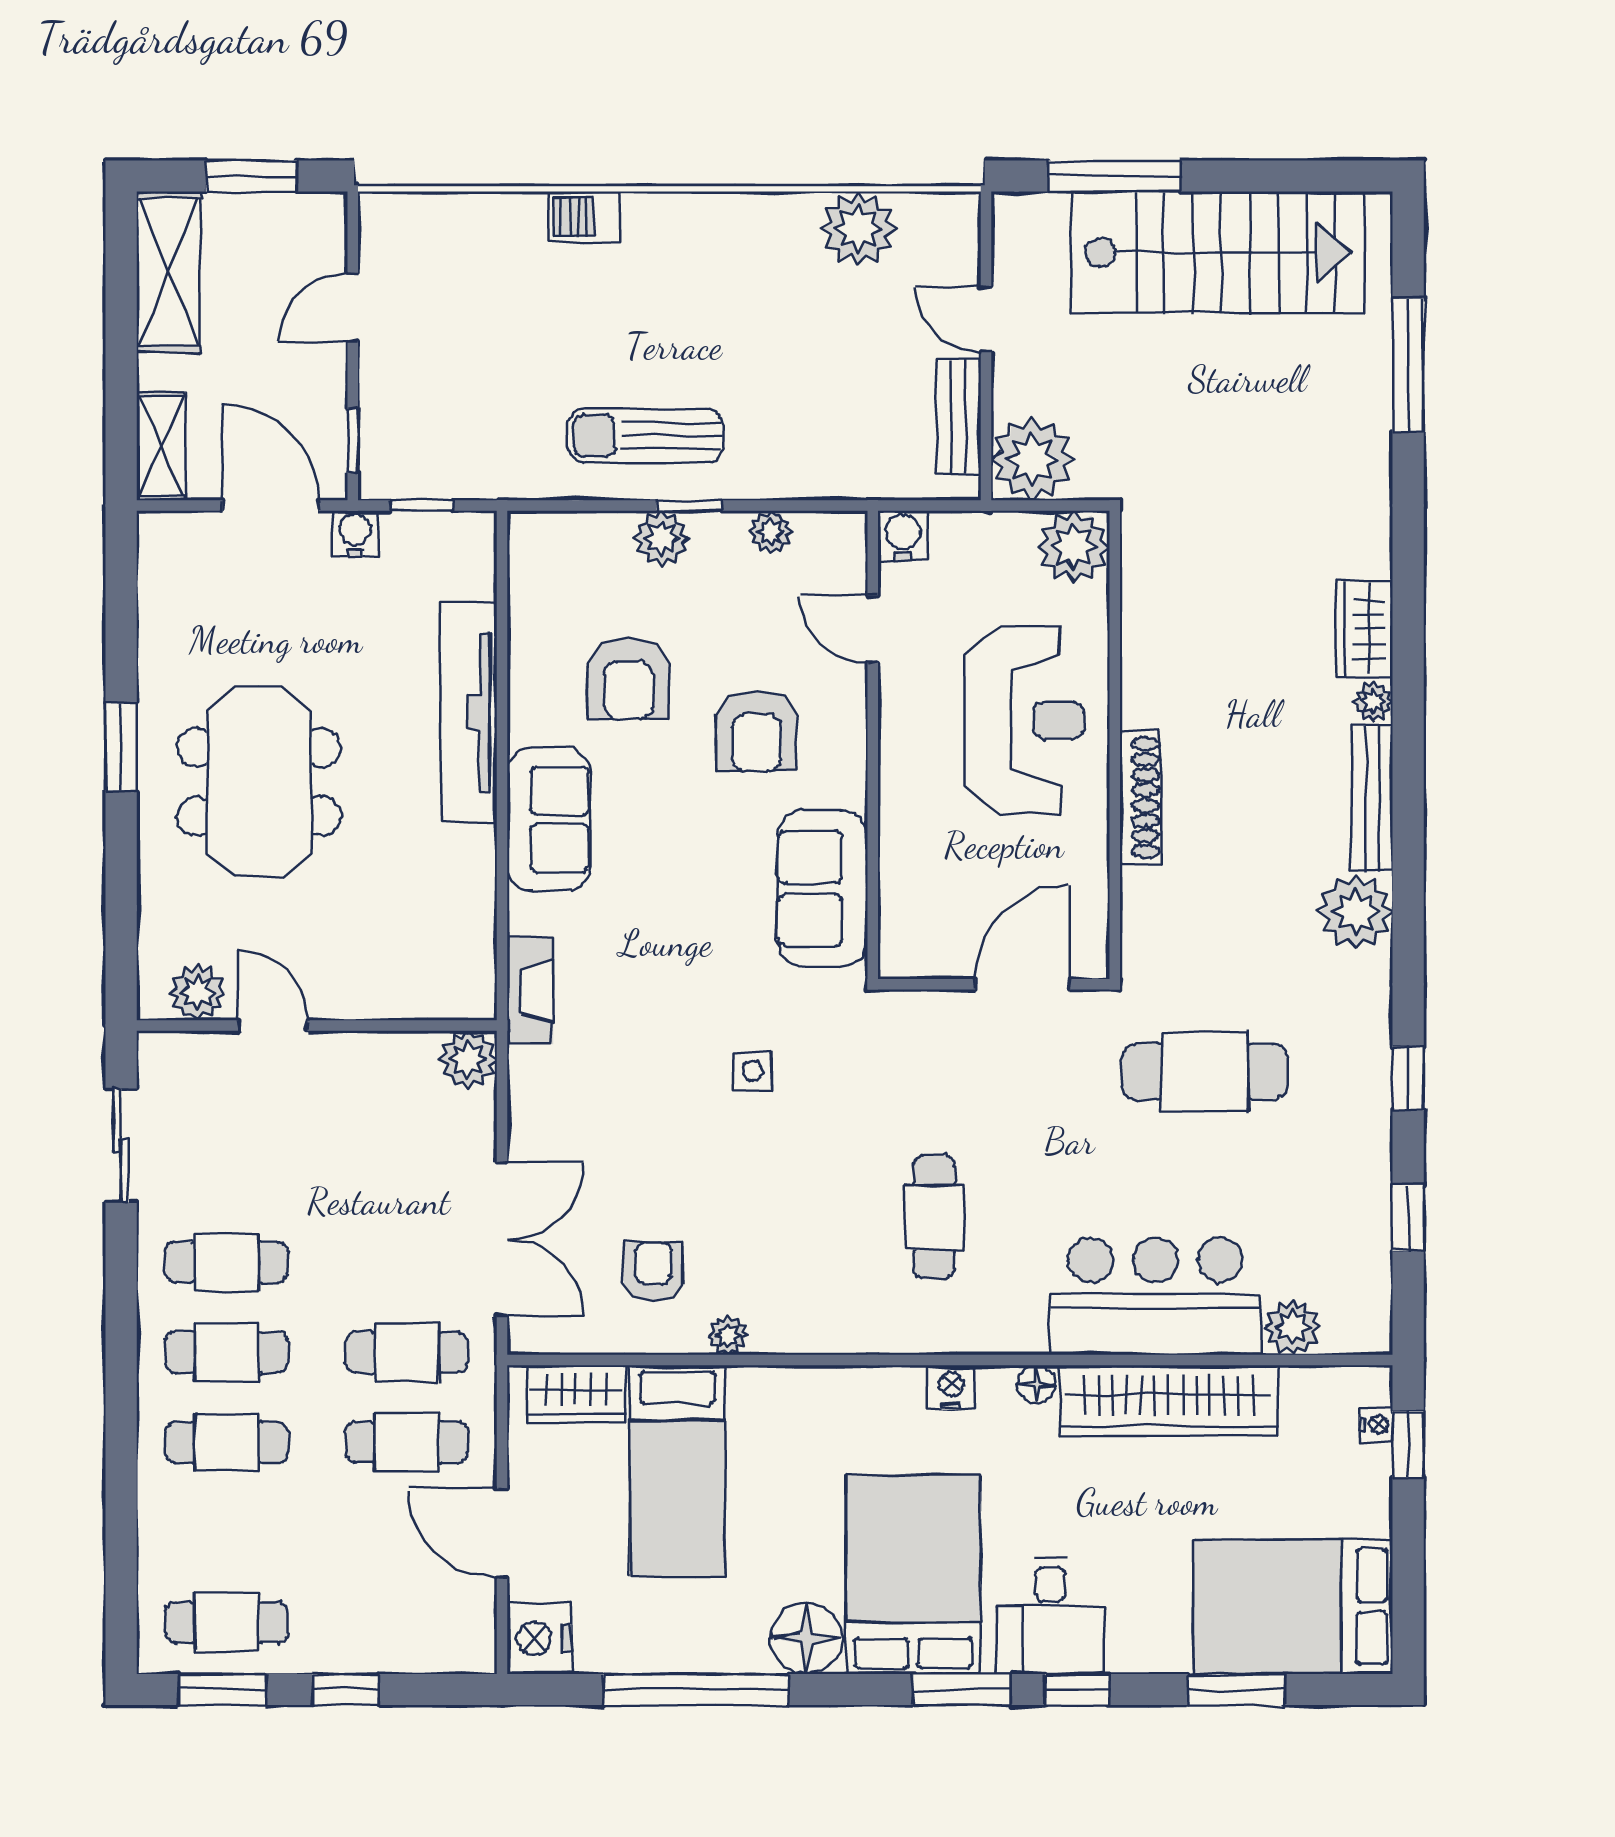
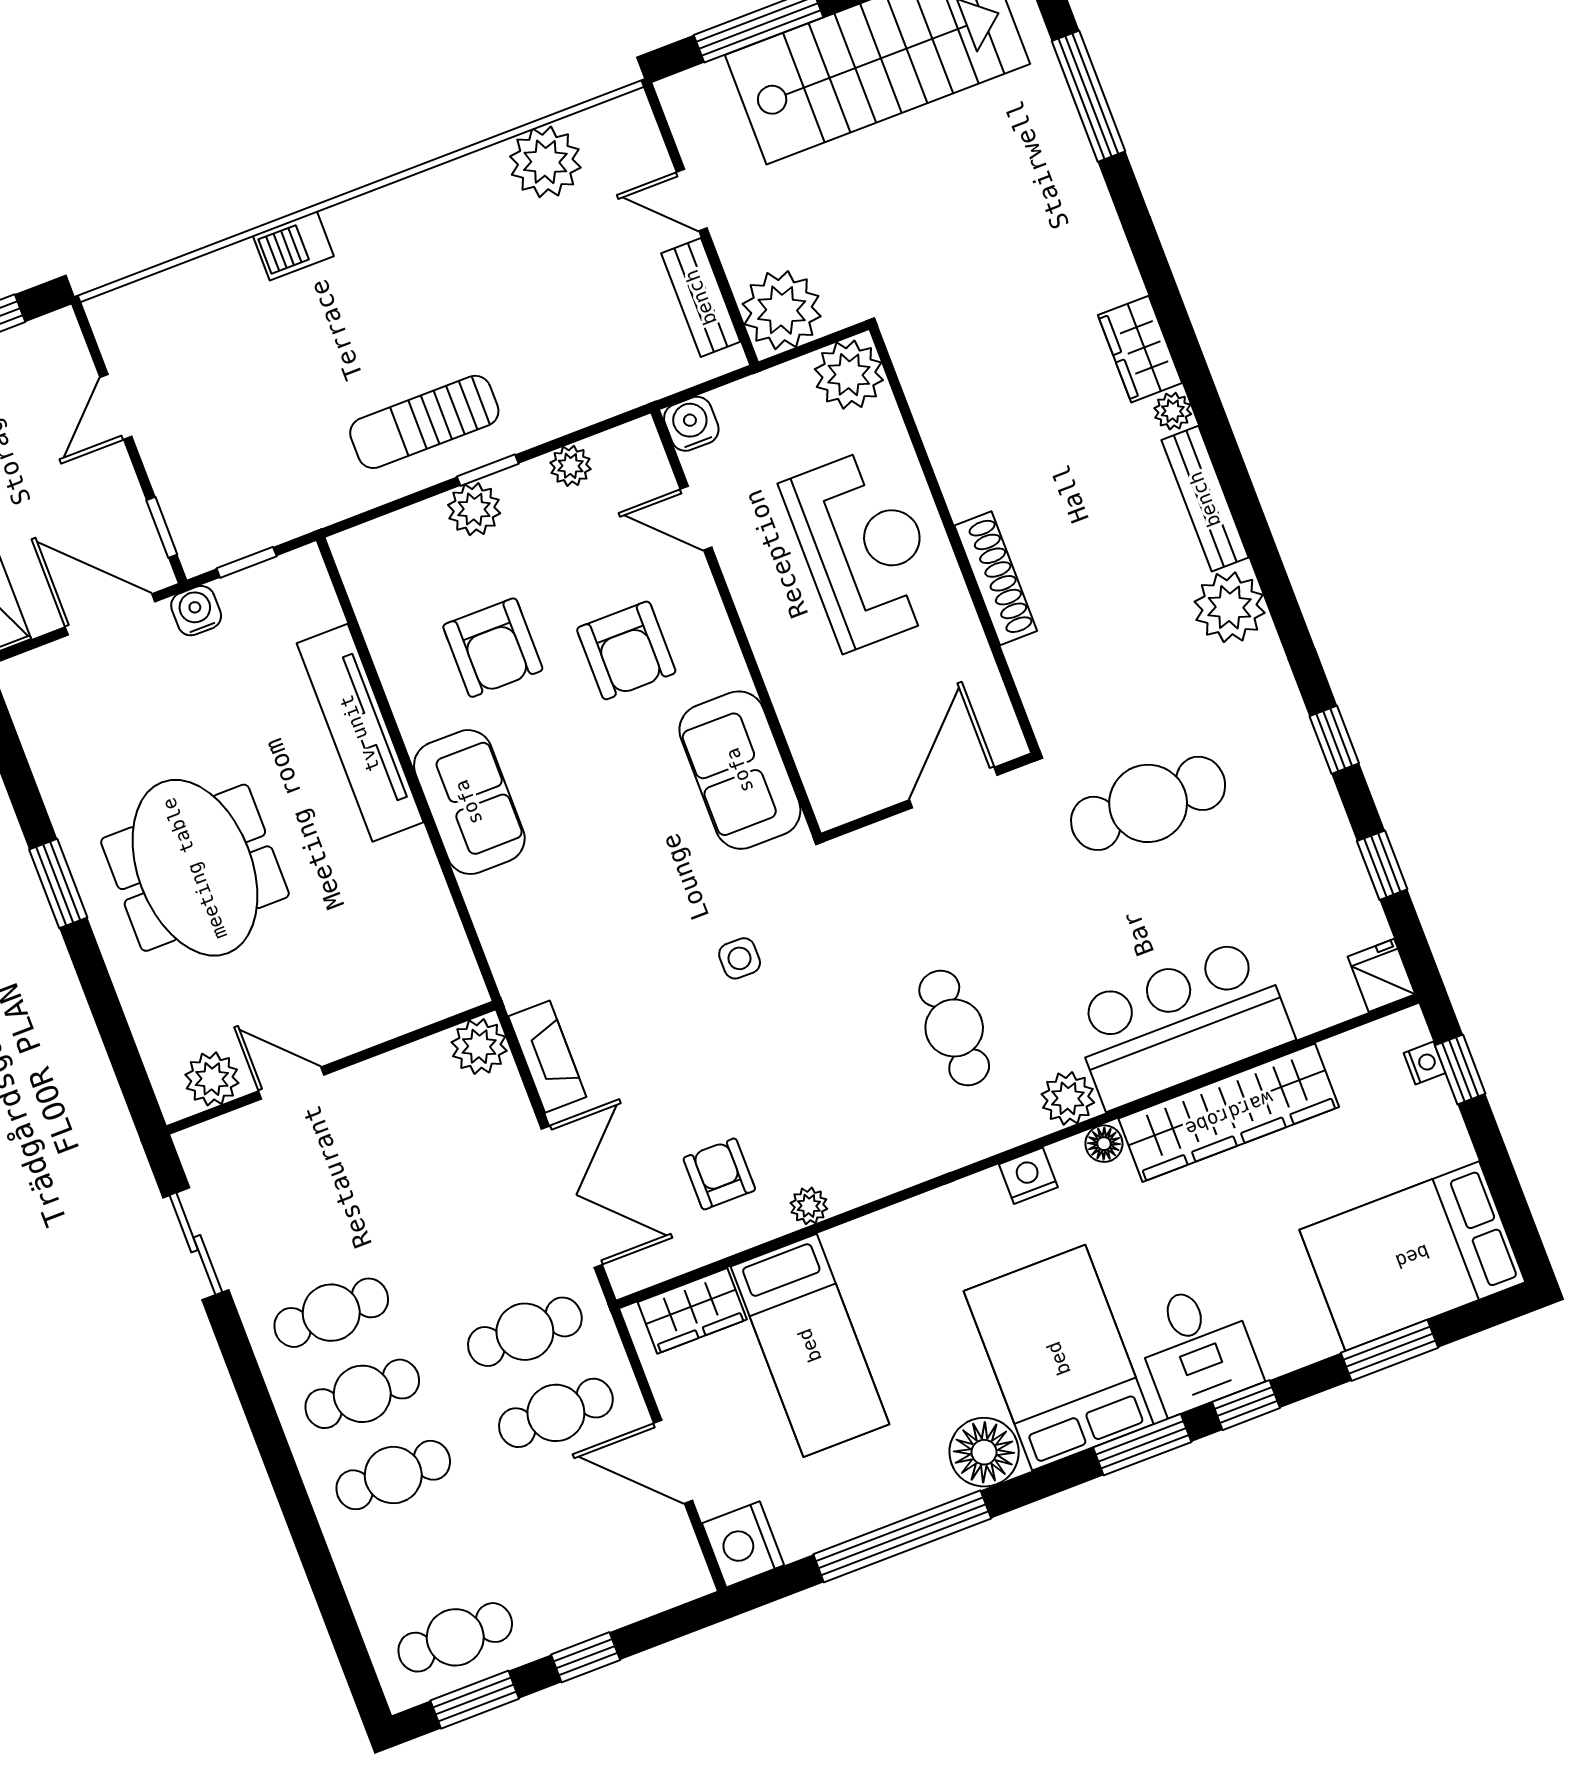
fireplace: (530, 991) -> (547, 1057), moved
fridge: (1367, 1324) -> (1382, 975), added
plant: (1293, 1327) -> (1068, 1098), moved

